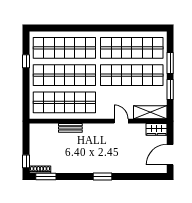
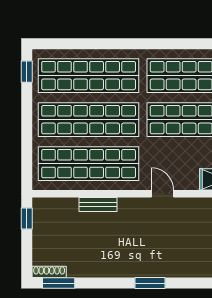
window: (26, 61) -> (27, 72), moved
door: (121, 121) -> (162, 194), moved
window: (26, 161) -> (27, 218), moved

